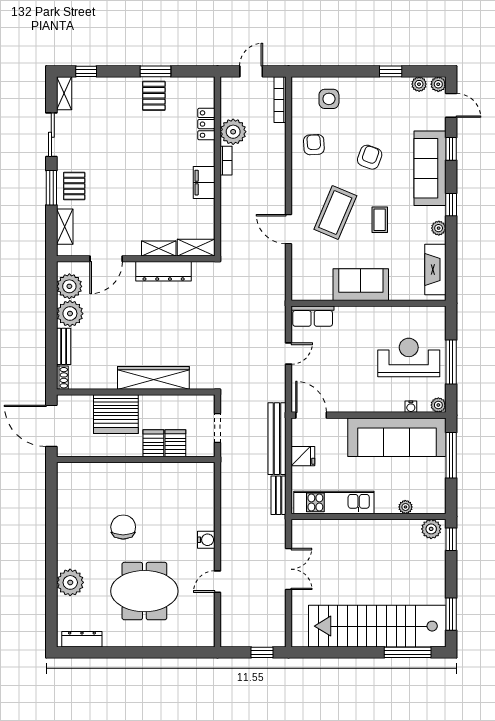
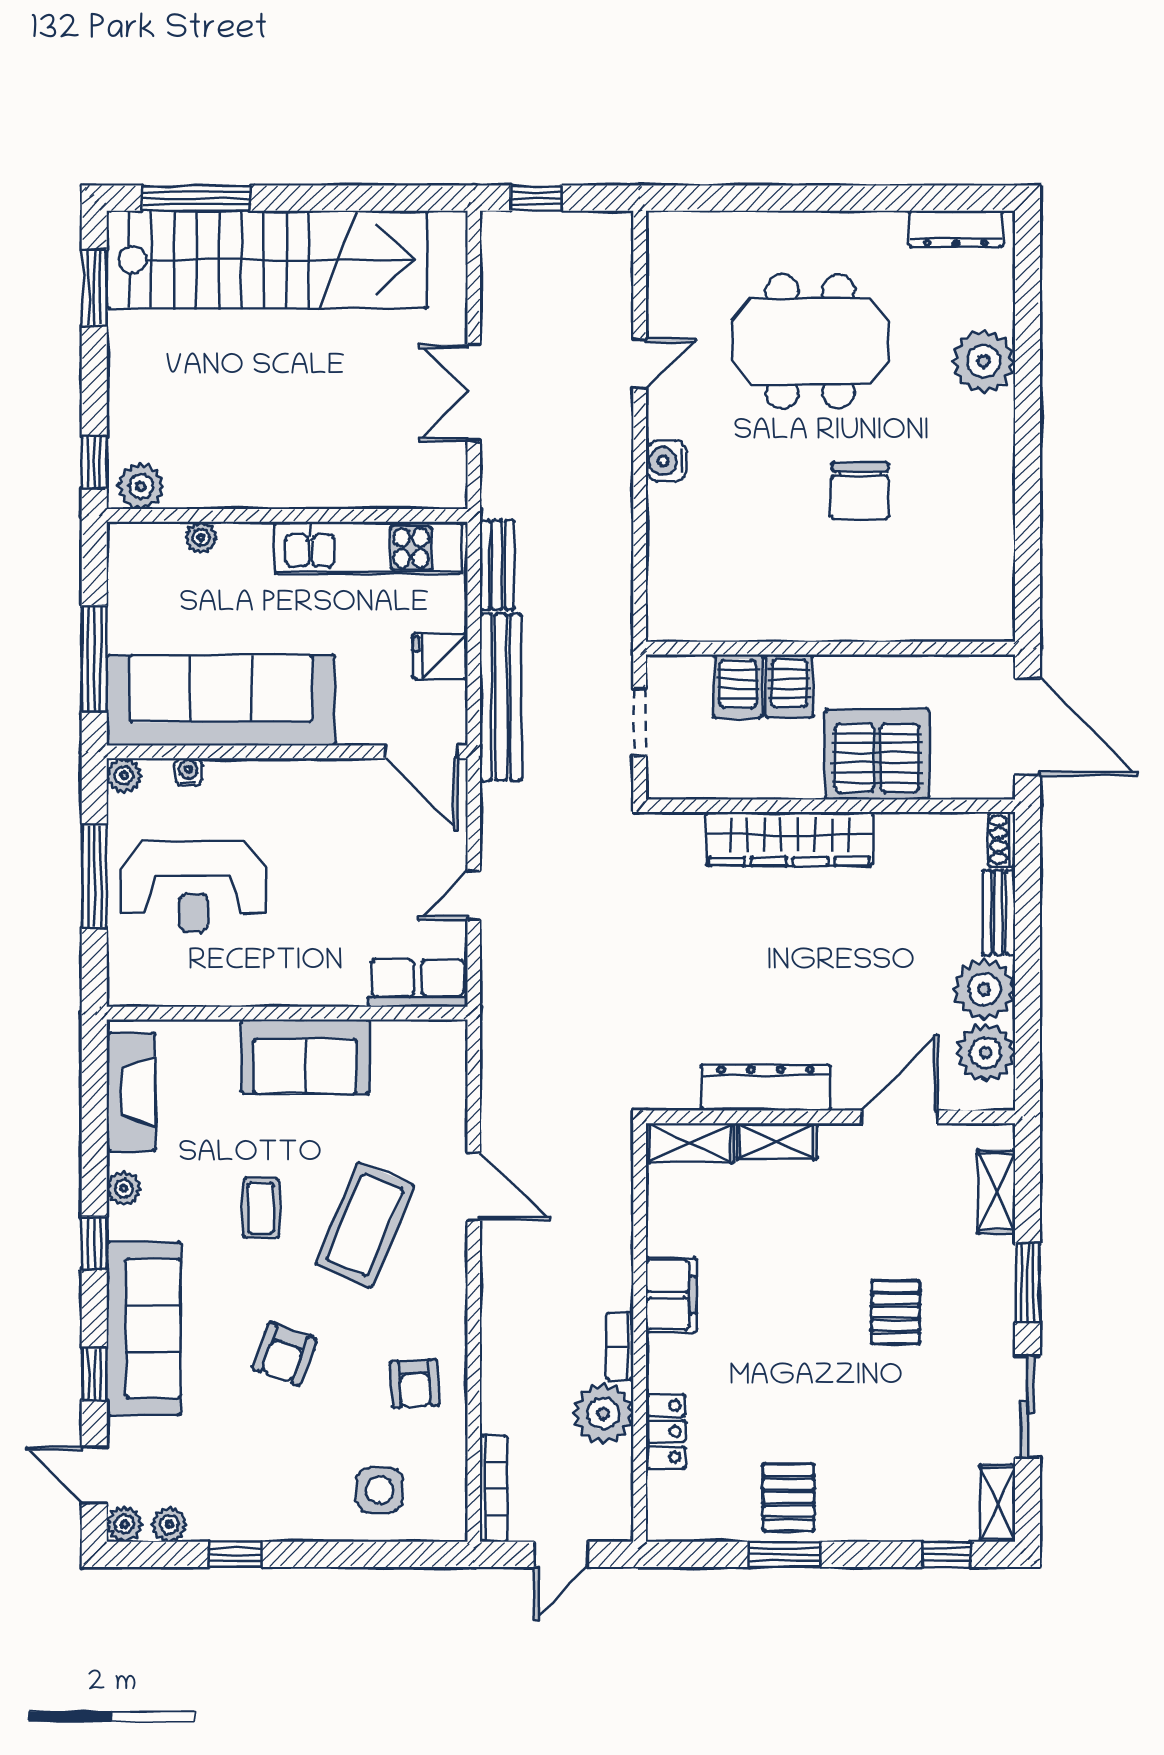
pallet: (74, 186) -> (896, 1312), moved

